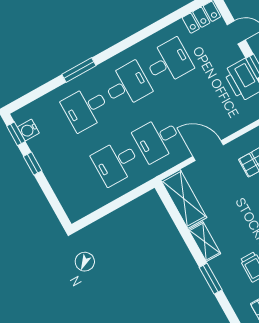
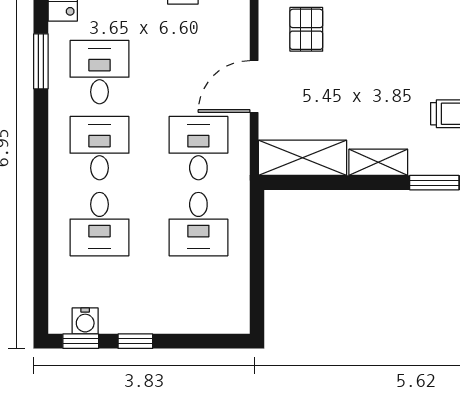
window: (79, 70) -> (41, 61), moved
desk: (157, 139) -> (198, 148), turned 180

